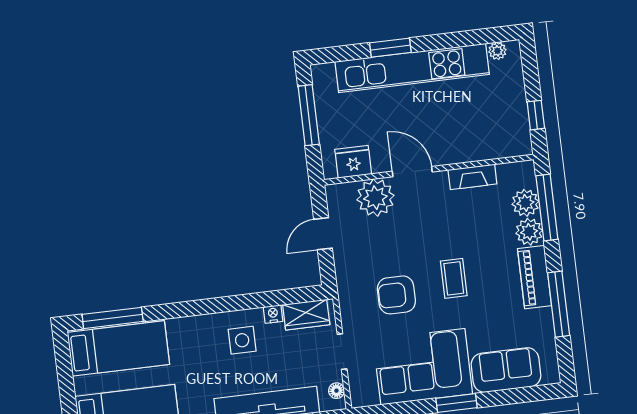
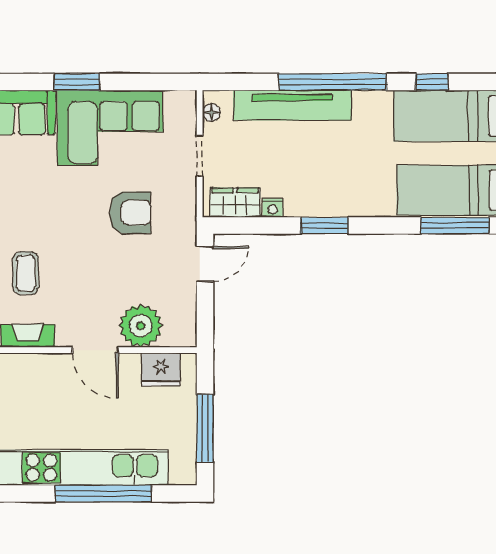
window: (390, 48) -> (103, 494), width x2.11
door: (323, 234) -> (205, 264), moved
coffee table: (454, 278) -> (26, 273), moved
window: (226, 304) -> (324, 225), added
side table: (242, 340) -> (311, 182), removed

